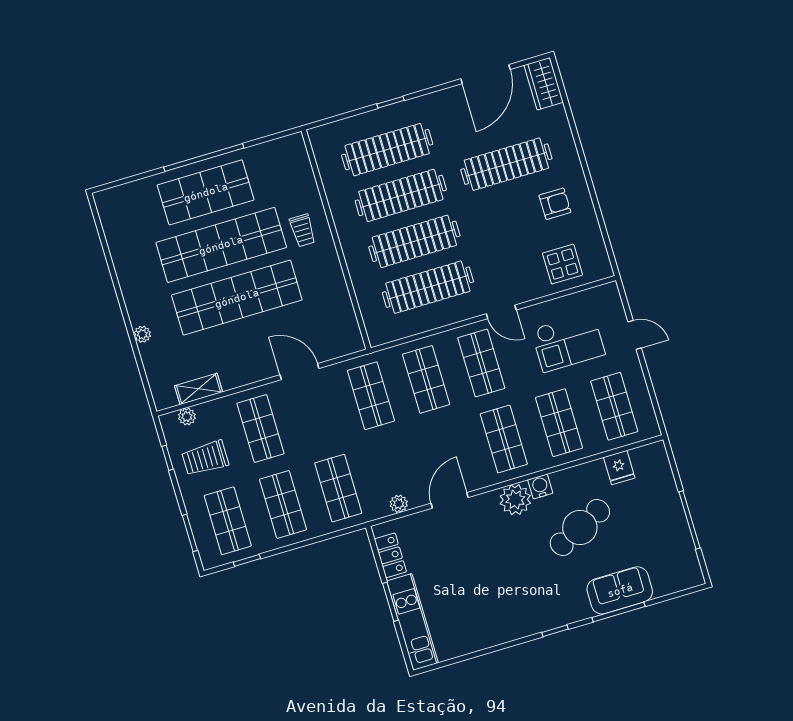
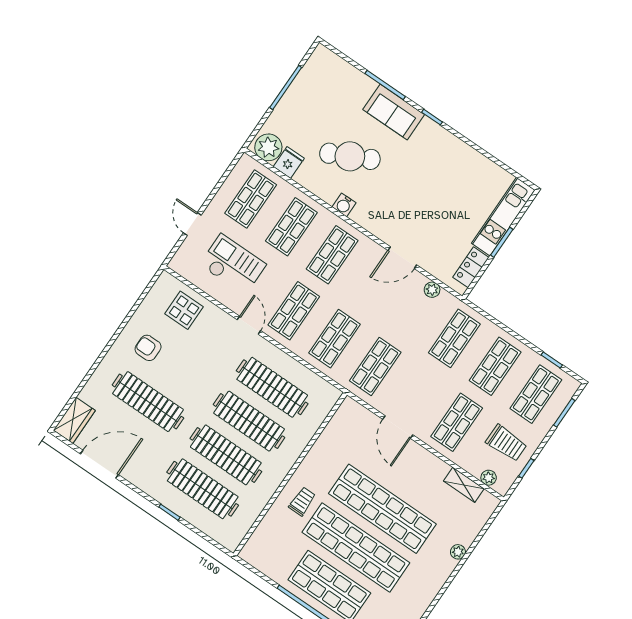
plant: (515, 500) -> (268, 147), moved
sofa: (620, 590) -> (394, 112), moved

